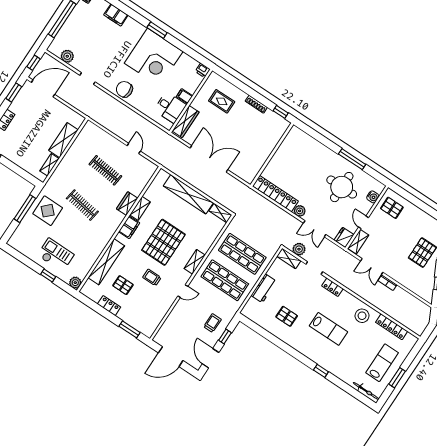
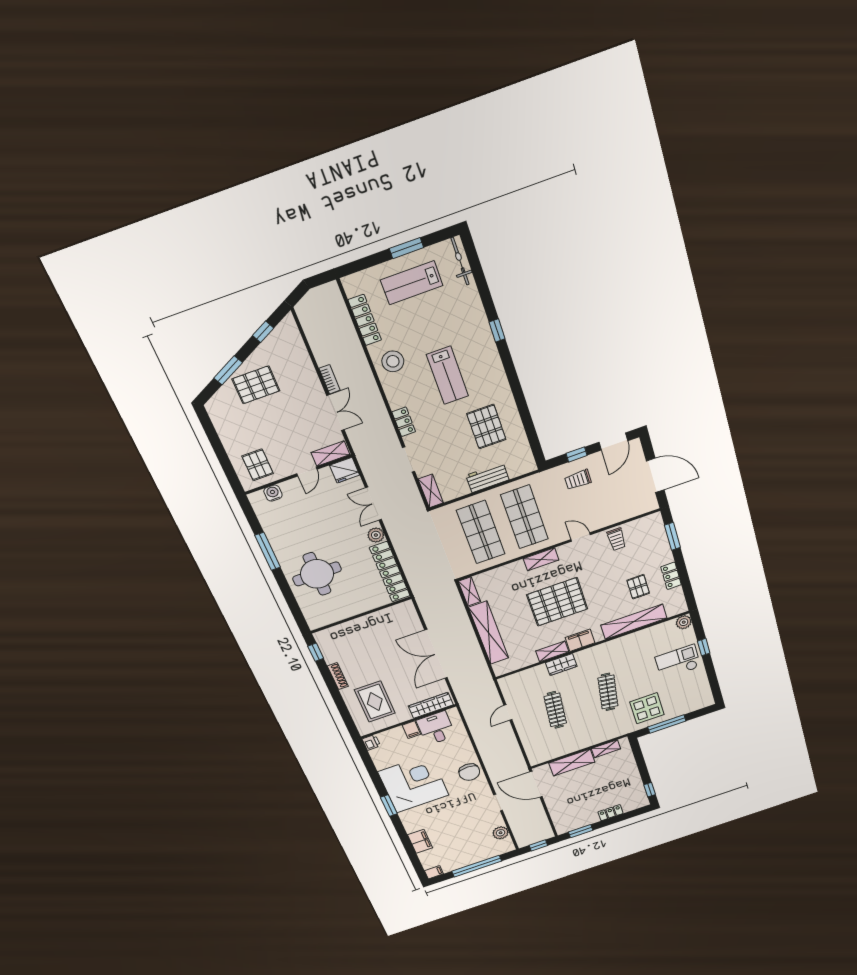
door: (43, 88) -> (536, 784), moved
rug: (222, 101) -> (375, 701), width x1.36, depth x1.43
round table: (342, 187) -> (317, 574), moved
double door: (315, 229) -> (373, 504), swing flipped
plant: (299, 249) -> (410, 493), removed
checkout: (56, 255) -> (678, 662), turned 90
trolley: (152, 277) -> (617, 539), moved
pallet: (287, 316) -> (486, 427), width x1.50, depth x1.42
lab bench: (328, 329) -> (447, 375), turned 180

